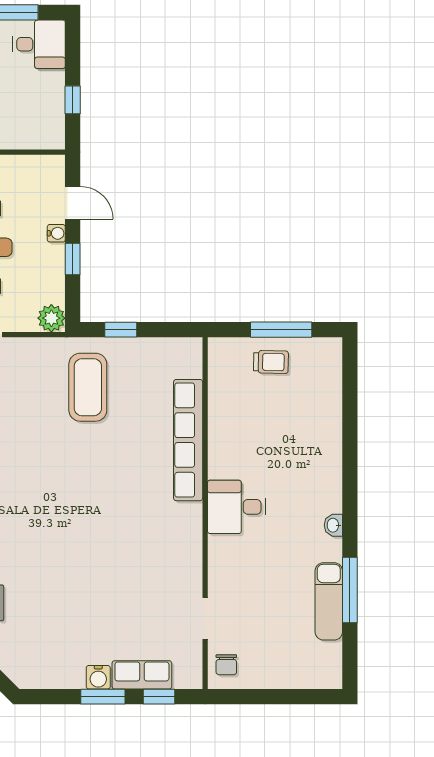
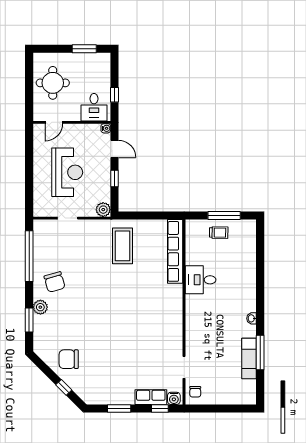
desk: (39, 44) -> (94, 107), moved, turned 90
water cooler: (56, 233) -> (106, 128), moved
window: (121, 330) -> (140, 216), removed
row of seats: (188, 440) -> (175, 251), moved
desk: (236, 507) -> (201, 280), moved
water cooler: (98, 677) -> (174, 398), moved
window: (103, 697) -> (119, 409), moved

